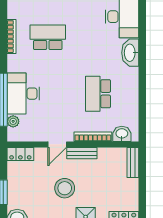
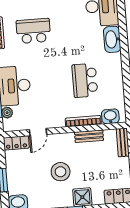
door: (57, 144) -> (38, 132), moved
bench: (82, 153) -> (89, 136), moved

